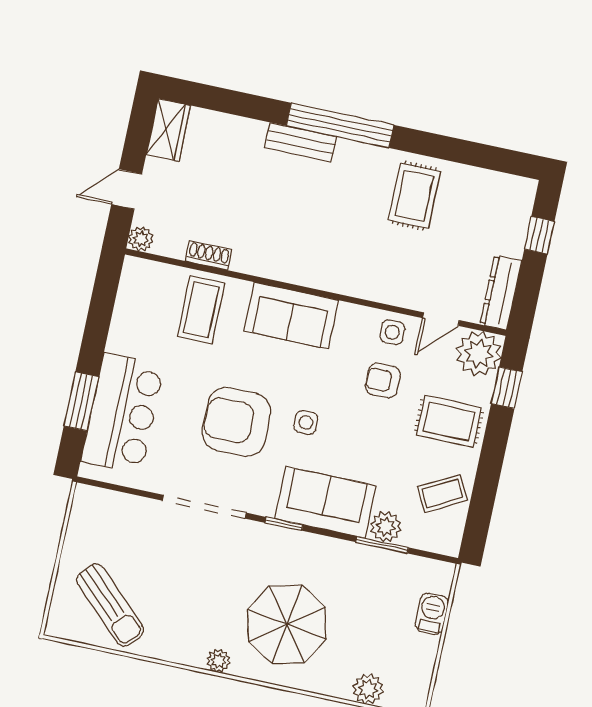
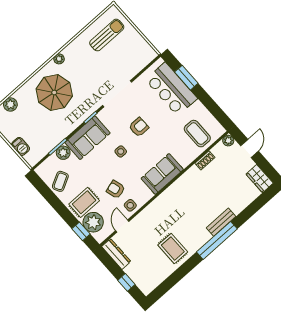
coffee table: (201, 310) -> (197, 134), moved
plant: (479, 353) -> (93, 222), moved
armchair: (383, 381) -> (116, 189), turned -106
armchair: (236, 422) -> (139, 127), width x0.53, depth x0.53
sun lounger: (110, 605) -> (107, 35), turned 136

